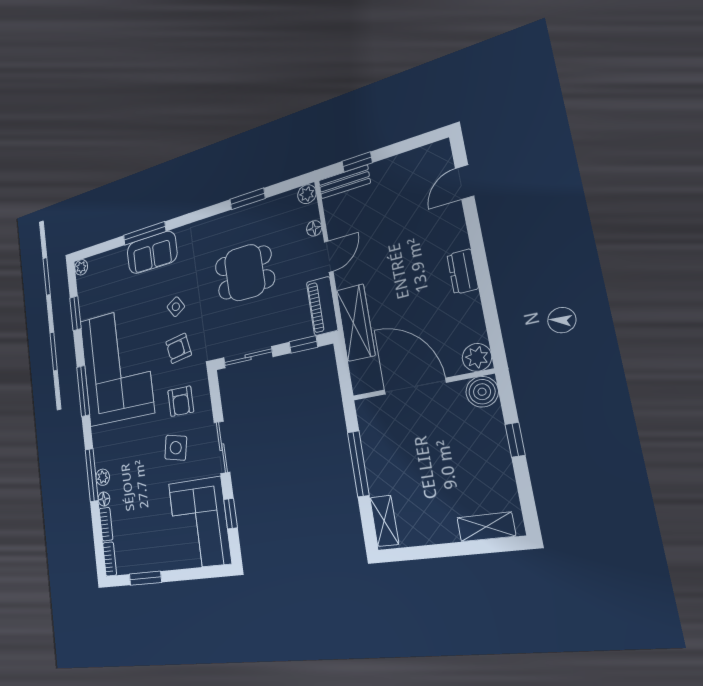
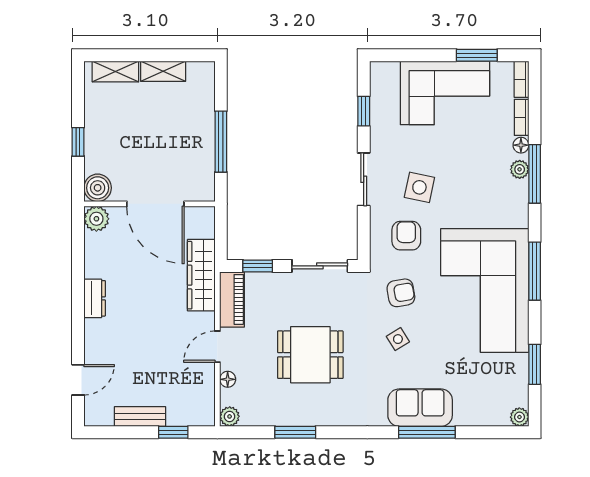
bench: (344, 182) -> (140, 417), moved
shelving: (384, 521) -> (163, 71), moved, turned 90
corner sofa: (200, 523) -> (445, 93), moved, turned 90

